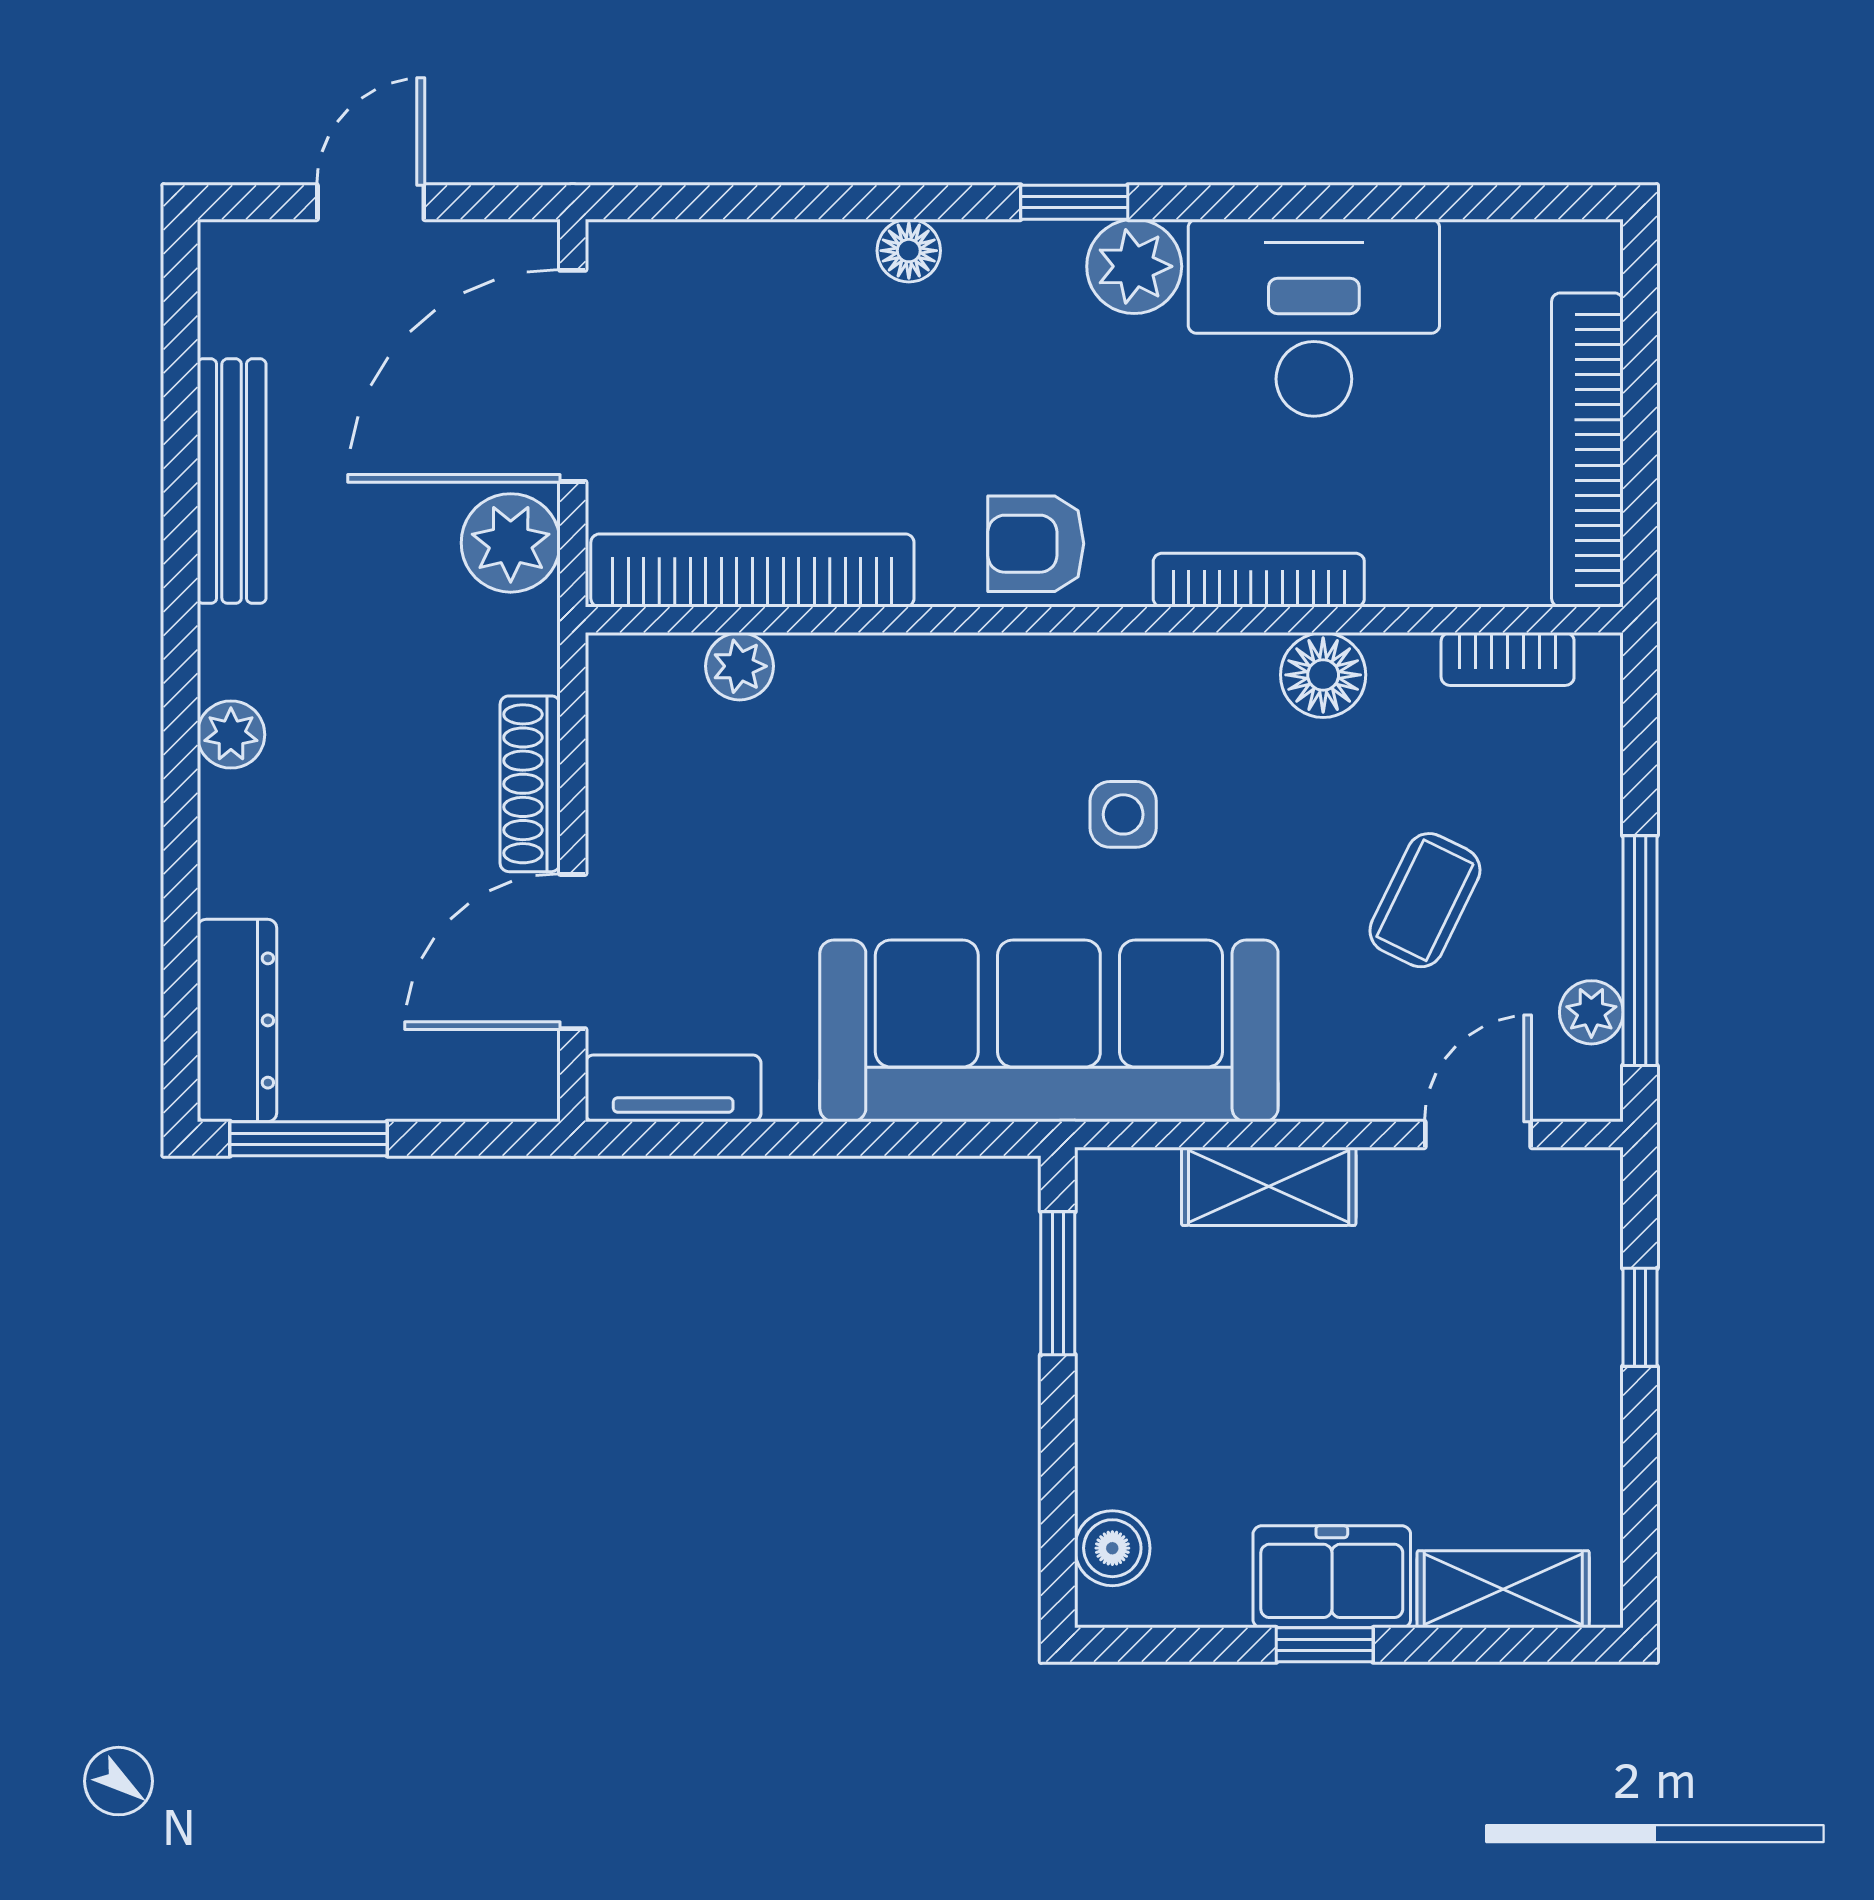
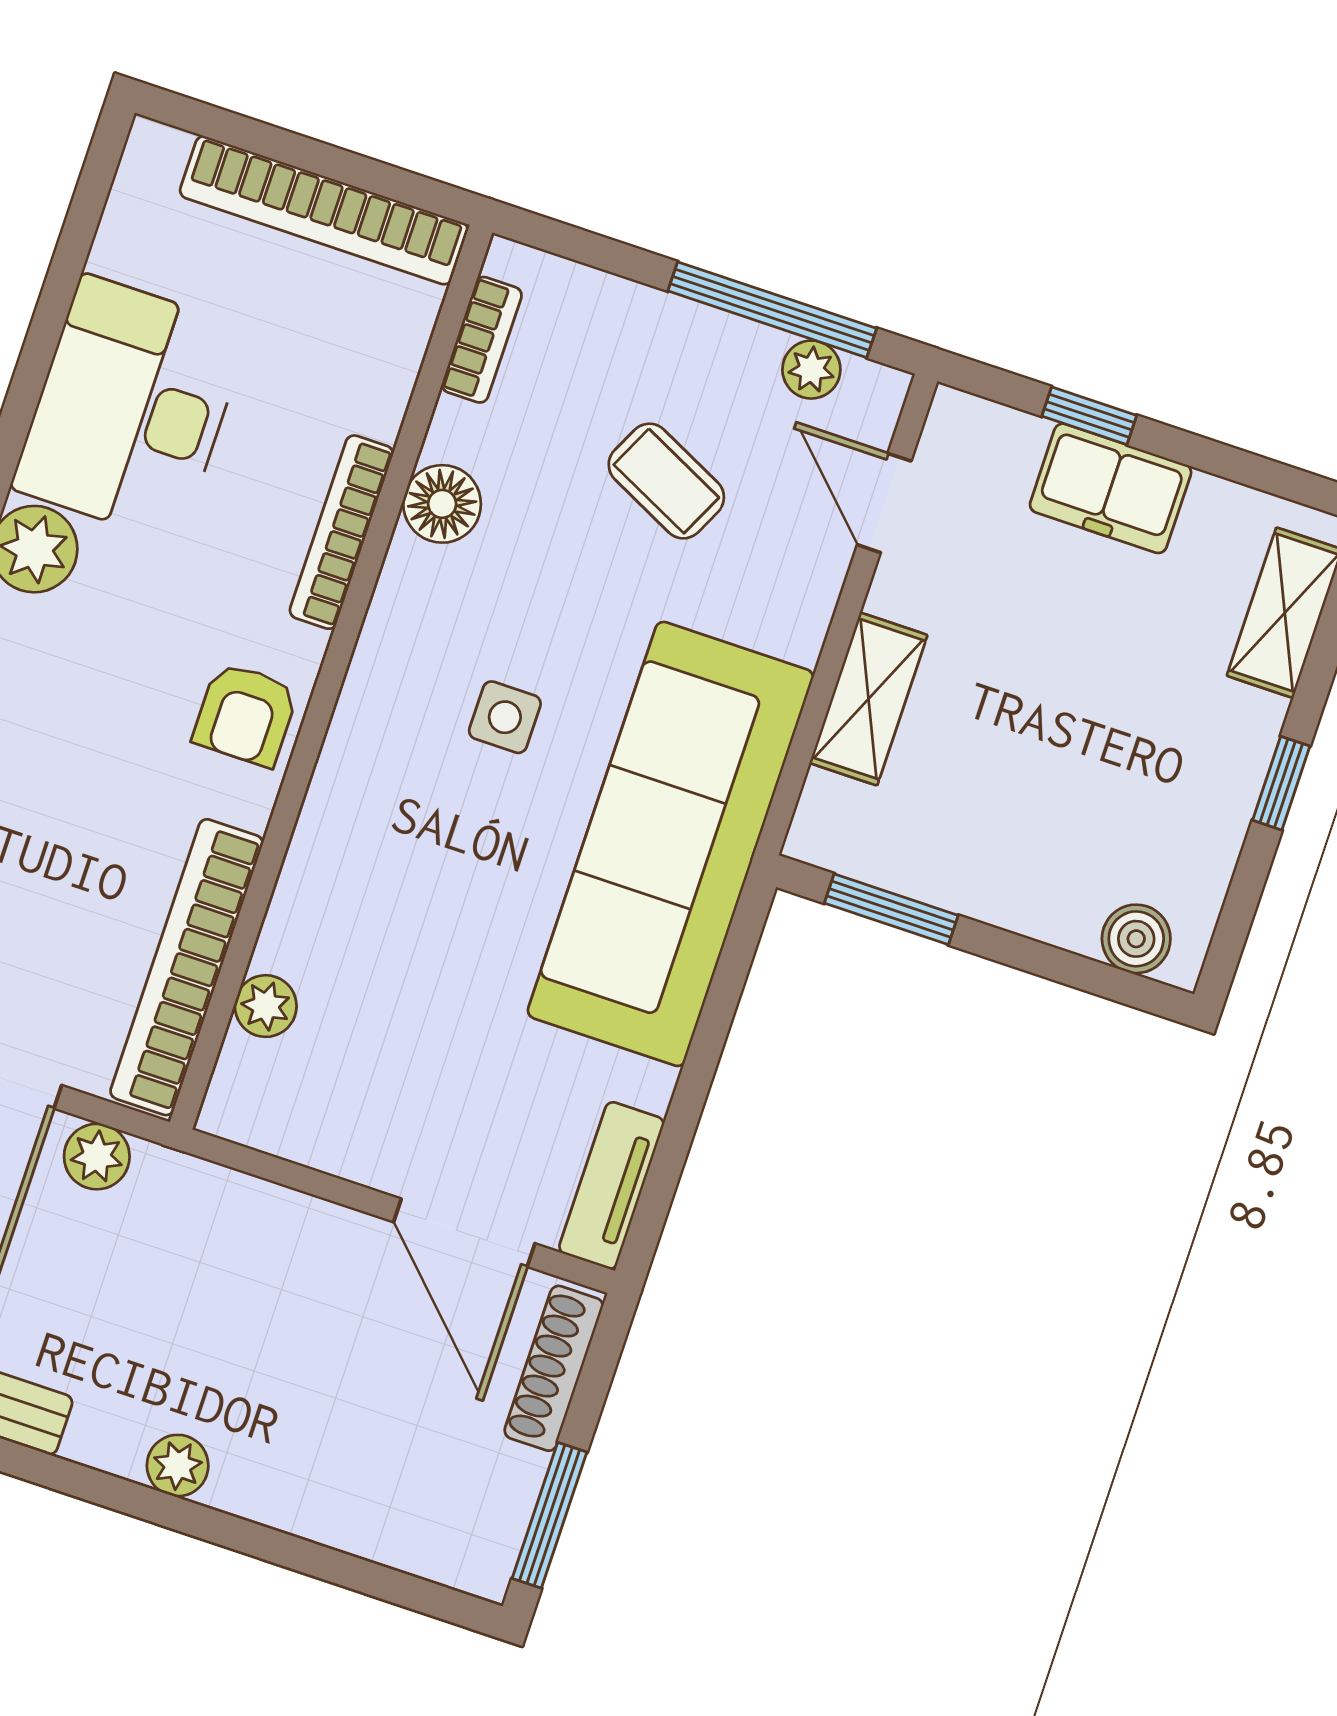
plant: (511, 543) -> (97, 1157), width x0.73, depth x0.73
shoe rack: (530, 784) -> (554, 1368), moved, turned 90
dresser: (237, 1020) -> (427, 1543), removed
freezer: (1332, 1577) -> (1111, 488), moved, turned -90

